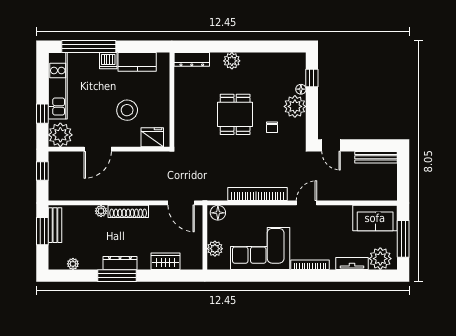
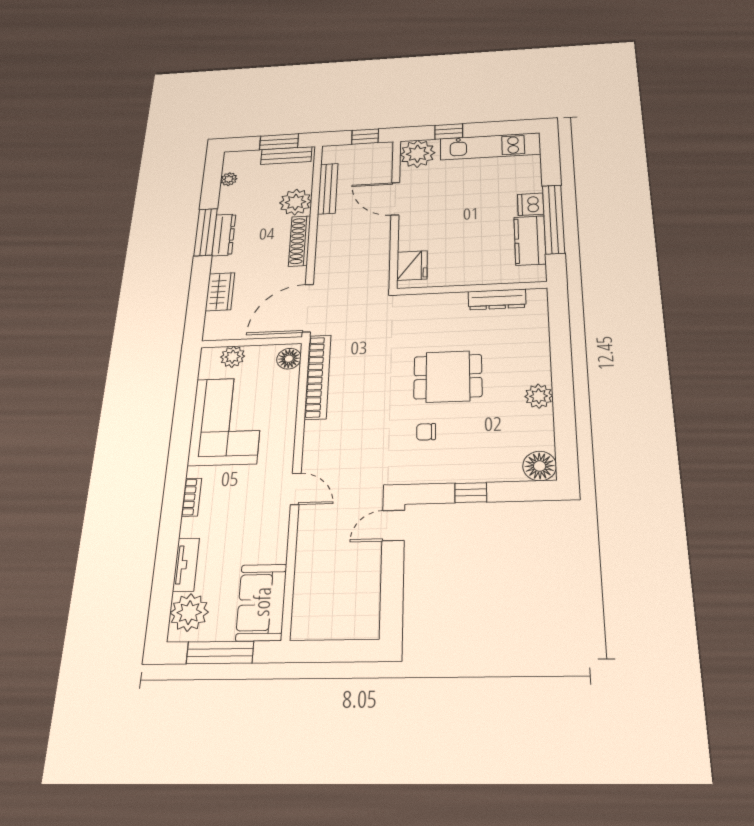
window: (89, 46) -> (553, 219), moved
dresser: (192, 59) -> (497, 299), moved, turned -90
plant: (232, 61) -> (539, 396), moved
window: (312, 78) -> (471, 493), moved
floor lamp: (301, 89) -> (540, 466), moved, width x1.89, depth x1.89
plant: (295, 106) -> (462, 466), removed
stool: (127, 110) -> (454, 232), removed
bench: (376, 157) -> (328, 189), moved
bookcase: (257, 194) -> (318, 377), moved
door: (181, 203) -> (308, 308), width x1.36
plant: (101, 211) -> (296, 202), width x1.87, depth x1.87
bookcase: (310, 265) -> (191, 497), width x0.64

